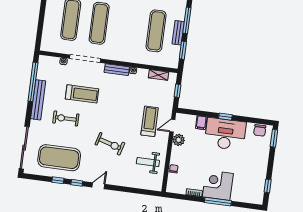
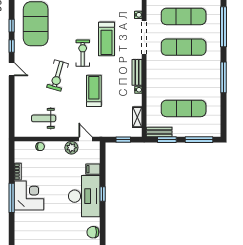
bench: (178, 33) -> (159, 132), moved
exercise bike: (66, 118) -> (83, 53), moved
treadmill: (150, 121) -> (94, 91), moved, turned -90
weight bench: (148, 162) -> (44, 118), turned -90

